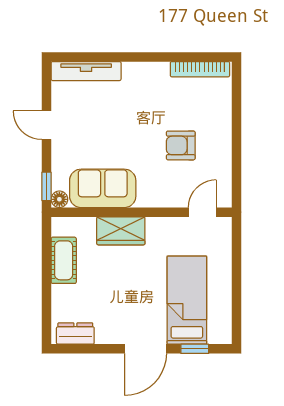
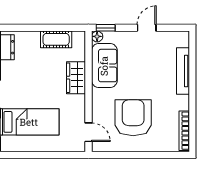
tv unit: (86, 71) -> (183, 71), moved
armchair: (181, 145) -> (133, 118), width x1.88, depth x1.88

